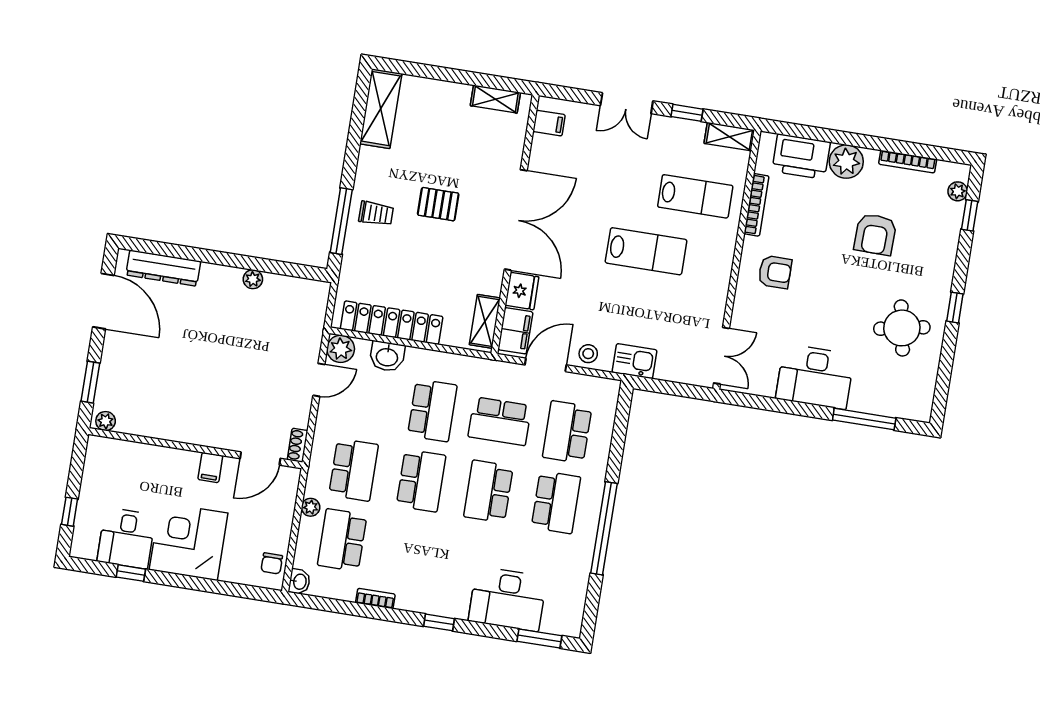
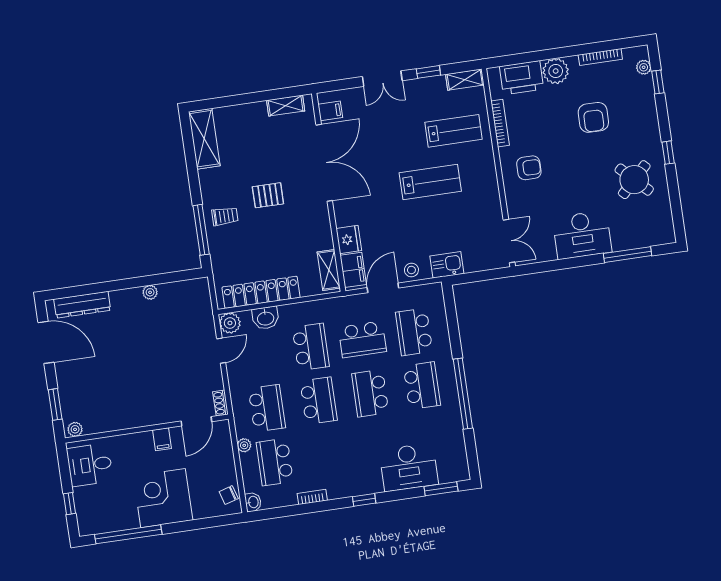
double door: (516, 220) -> (324, 163), moved
round table: (902, 328) -> (634, 180), turned -34
desk: (126, 538) -> (90, 465), moved, turned 90
chair: (272, 563) -> (229, 495), turned 73
window: (131, 573) -> (128, 534), width x3.17

